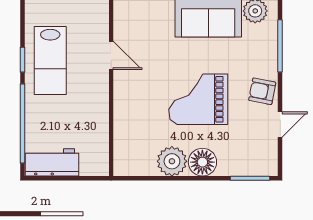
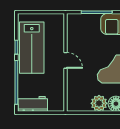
door: (111, 55) -> (65, 60), moved
lab bench: (50, 61) -> (32, 48), width x1.36, depth x1.39

